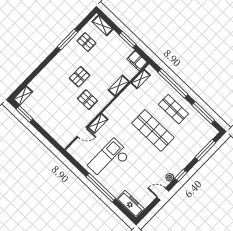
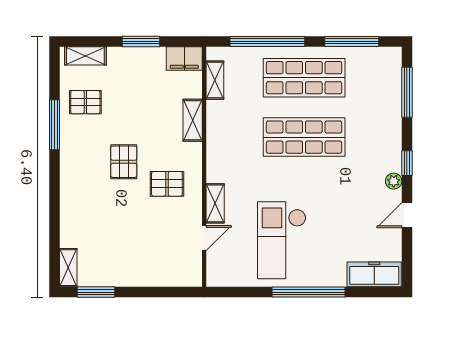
shop shelf: (173, 109) -> (304, 78), width x1.43, depth x1.36

